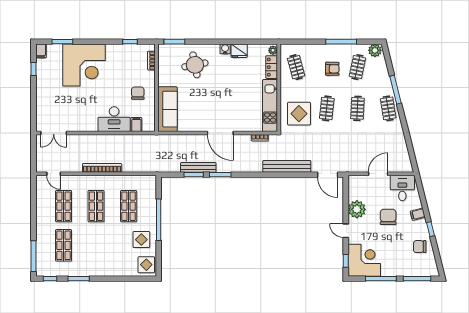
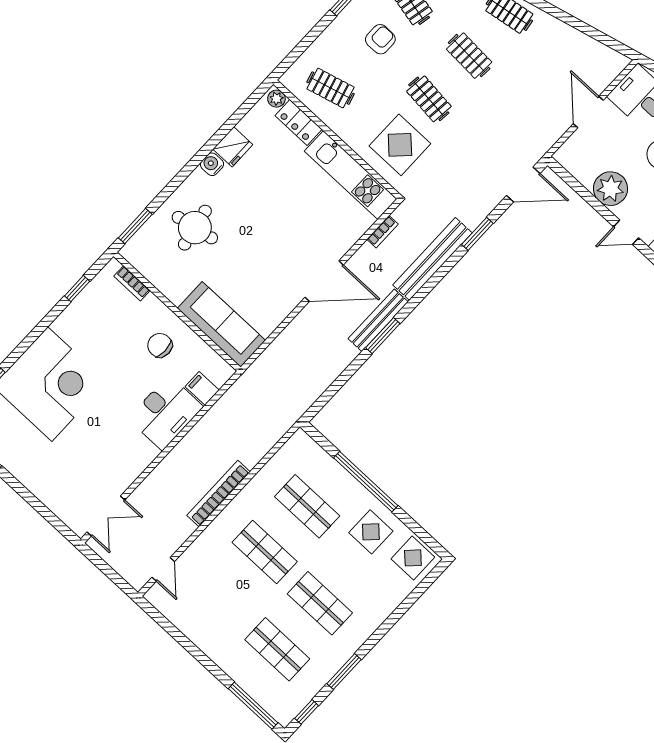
bench: (287, 166) -> (432, 259), moved
bench: (198, 167) -> (378, 320), moved
door: (54, 174) -> (163, 569), hinge flipped
window: (194, 175) -> (477, 234), moved
shop shelf: (64, 206) -> (320, 603), moved

